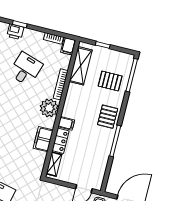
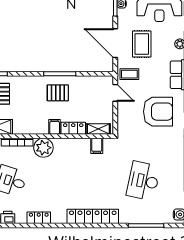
pallet: (108, 117) -> (58, 93), moved
filing cabinet: (43, 139) -> (97, 146), moved, width x0.50

